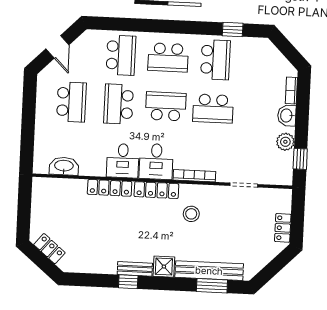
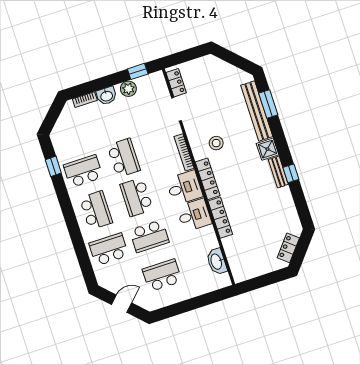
locker: (283, 228) -> (176, 83), moved, turned -90

